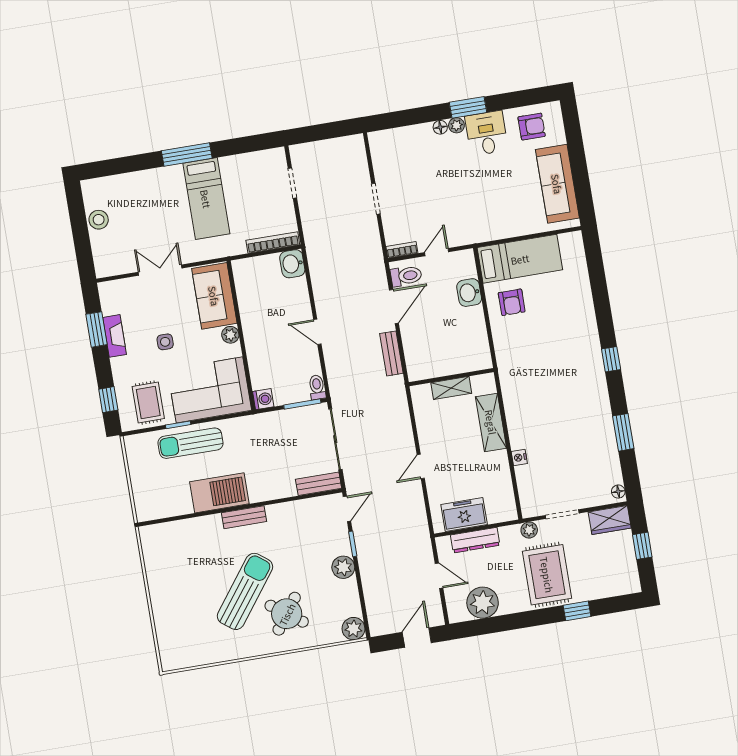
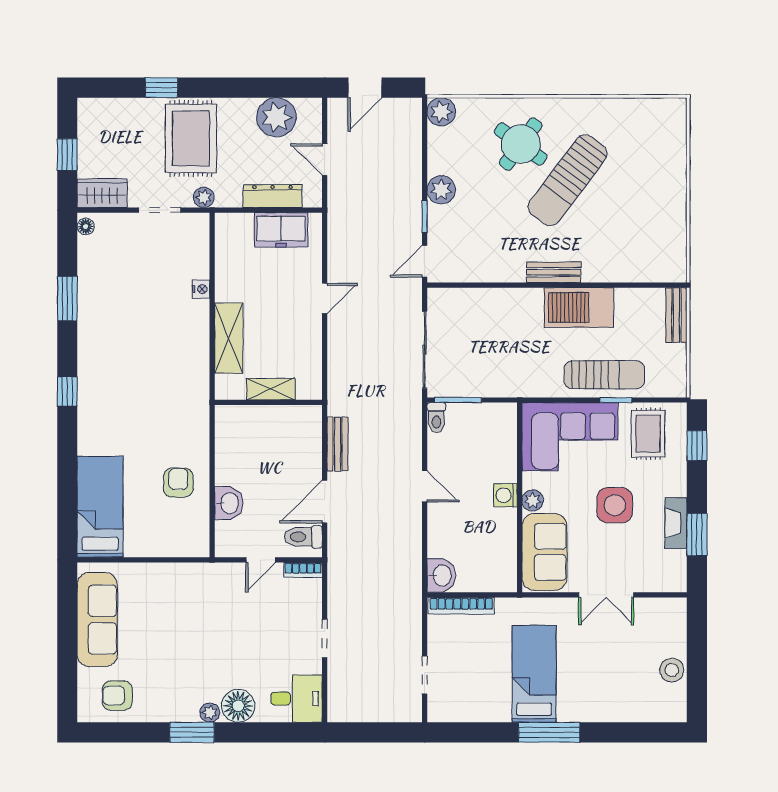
floor lamp: (440, 127) -> (238, 706), width x1.89, depth x1.89
desk: (486, 133) -> (297, 699), moved, turned -90
bed: (520, 259) -> (100, 507), moved, turned 90
side table: (165, 342) -> (615, 505), width x1.87, depth x1.87
washing machine: (263, 399) -> (505, 495), moved
bench: (319, 484) -> (676, 315), moved, turned 90

